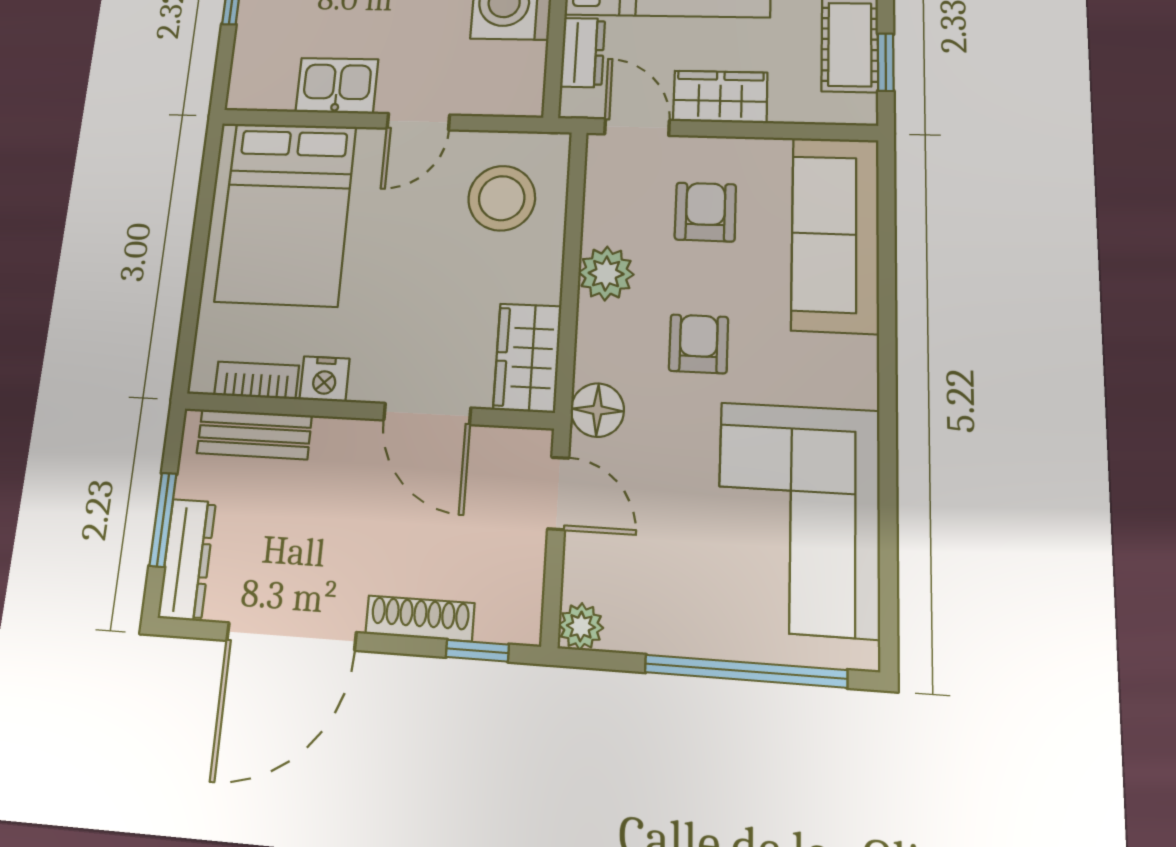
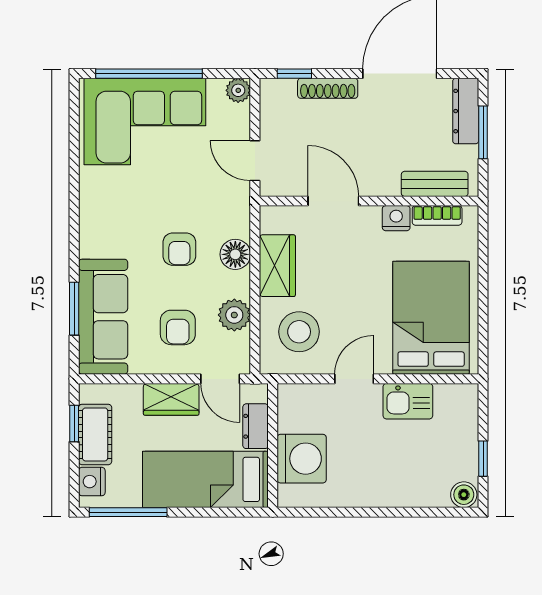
window: (887, 249) -> (74, 309), added
plant: (606, 273) -> (234, 315), moved
wardrobe: (527, 358) -> (277, 266), moved
floor lamp: (597, 410) -> (235, 254), moved
corner sofa: (799, 518) -> (145, 121), moved, turned 90

